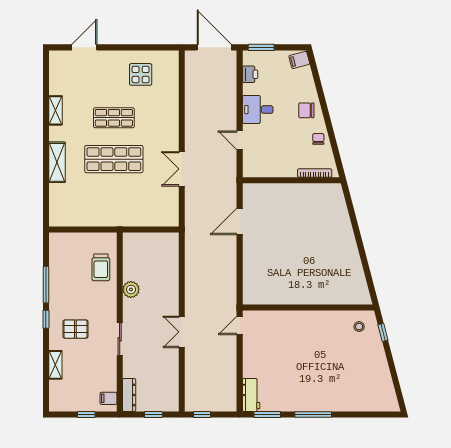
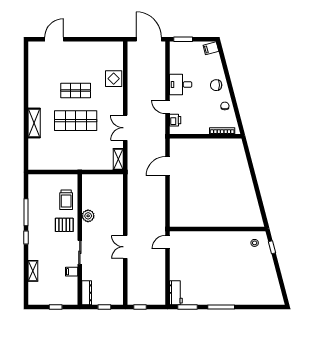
display table: (141, 74) -> (114, 79), moved
printer: (250, 74) -> (175, 120), moved
shelving: (55, 110) -> (118, 159), moved
pallet: (75, 329) -> (64, 225), moved
filing cabinet: (108, 398) -> (72, 272), moved

